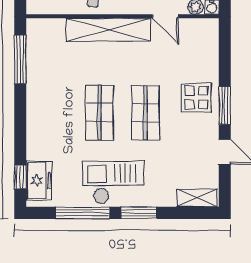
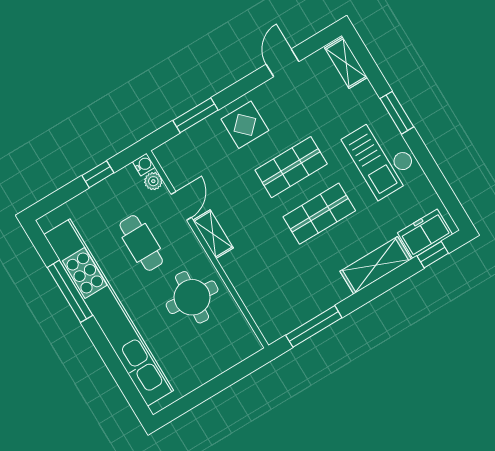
shelving: (108, 30) -> (213, 234), width x0.45, depth x0.75
window: (225, 105) -> (195, 115), moved
shelving: (38, 131) -> (376, 265), added
window: (83, 213) -> (431, 170), removed

